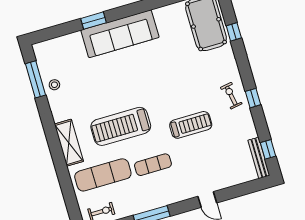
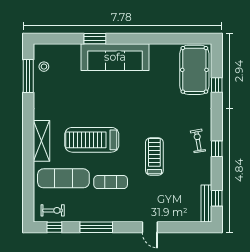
stool: (54, 85) -> (44, 67), moved
treadmill: (191, 125) -> (154, 157), turned -90

